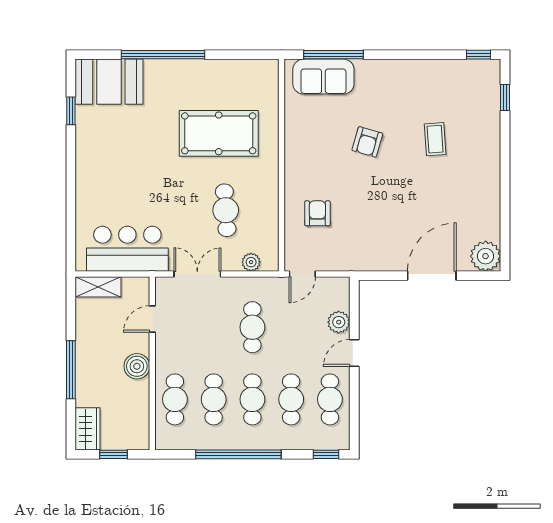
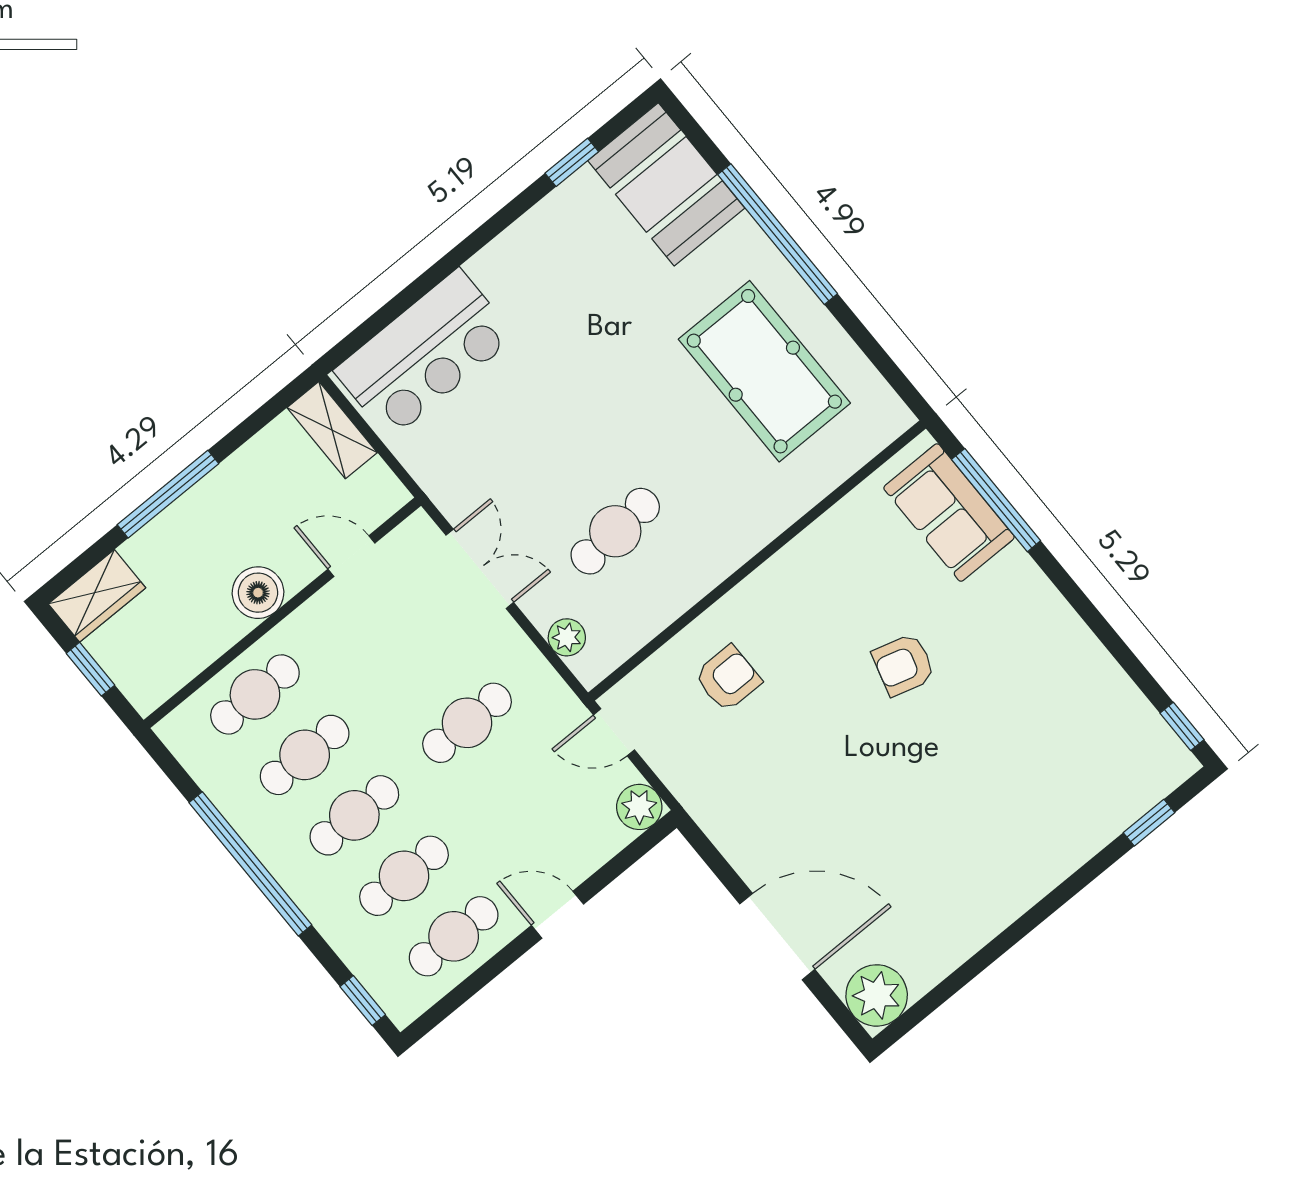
pool table: (219, 133) -> (764, 371), moved
coffee table: (435, 139) -> (995, 767), removed
bar counter: (127, 249) -> (425, 354), moved, turned 90
plant: (339, 322) -> (639, 807), moved

